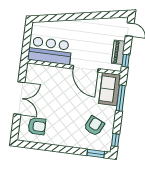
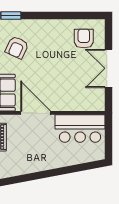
armchair: (37, 126) -> (84, 38), turned 90

